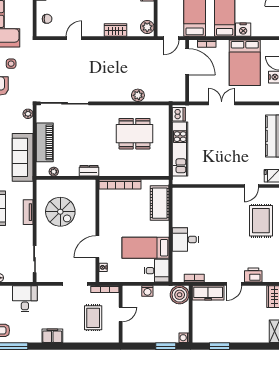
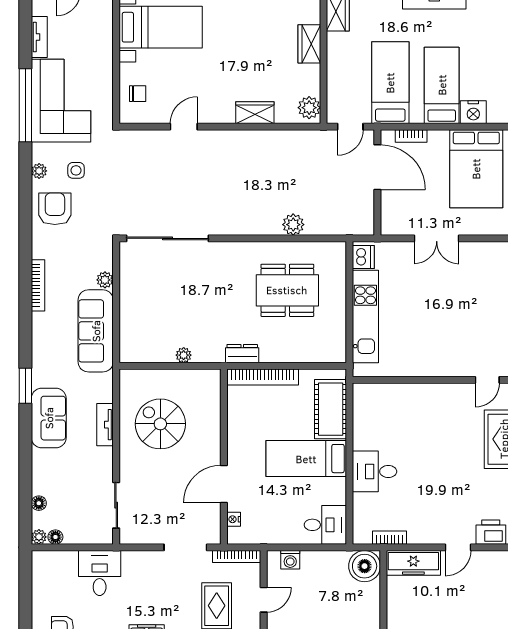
double door: (222, 103) -> (437, 238), swing flipped
plant: (28, 114) -> (105, 280), moved
piano: (45, 142) -> (134, 305), removed
dresser: (89, 171) -> (242, 354), moved
plant: (54, 172) -> (184, 355), moved
spiral stairs: (60, 212) -> (160, 424), turned 180
bed: (146, 248) -> (306, 459), moved
washing machine: (147, 291) -> (290, 560), moved

